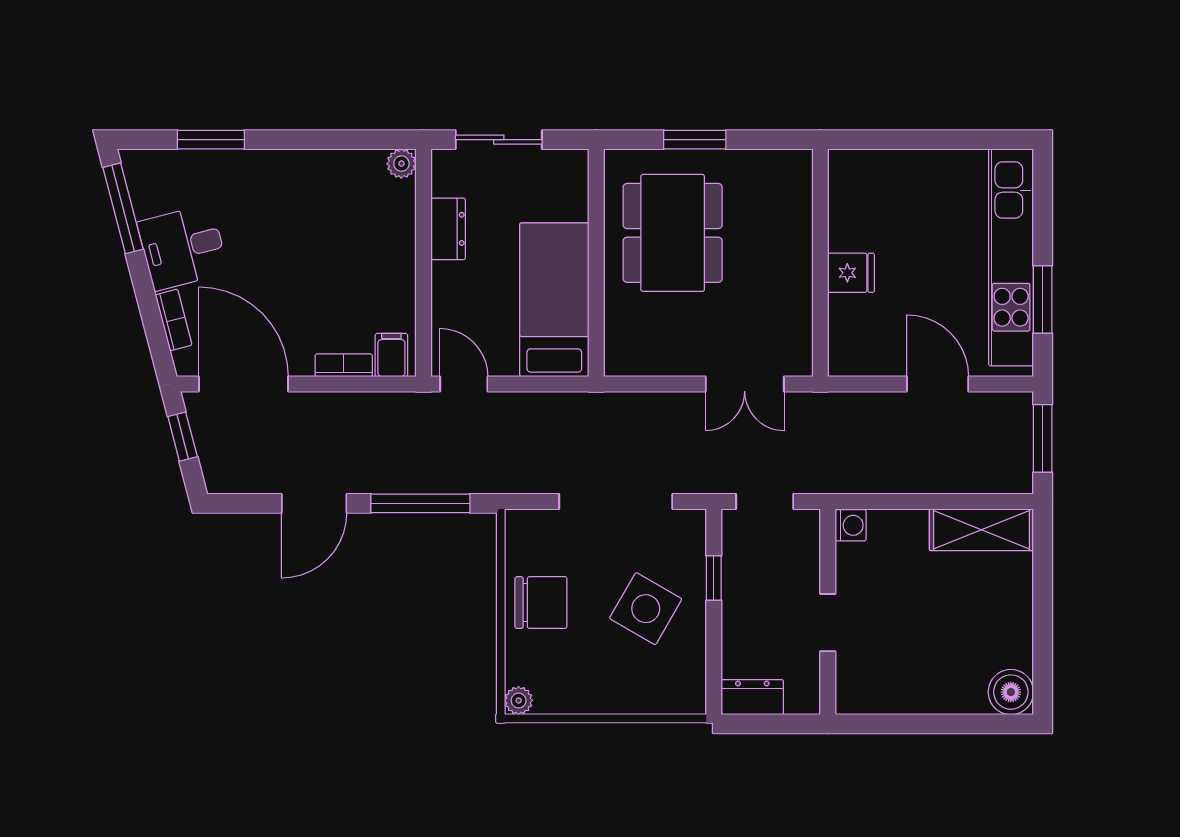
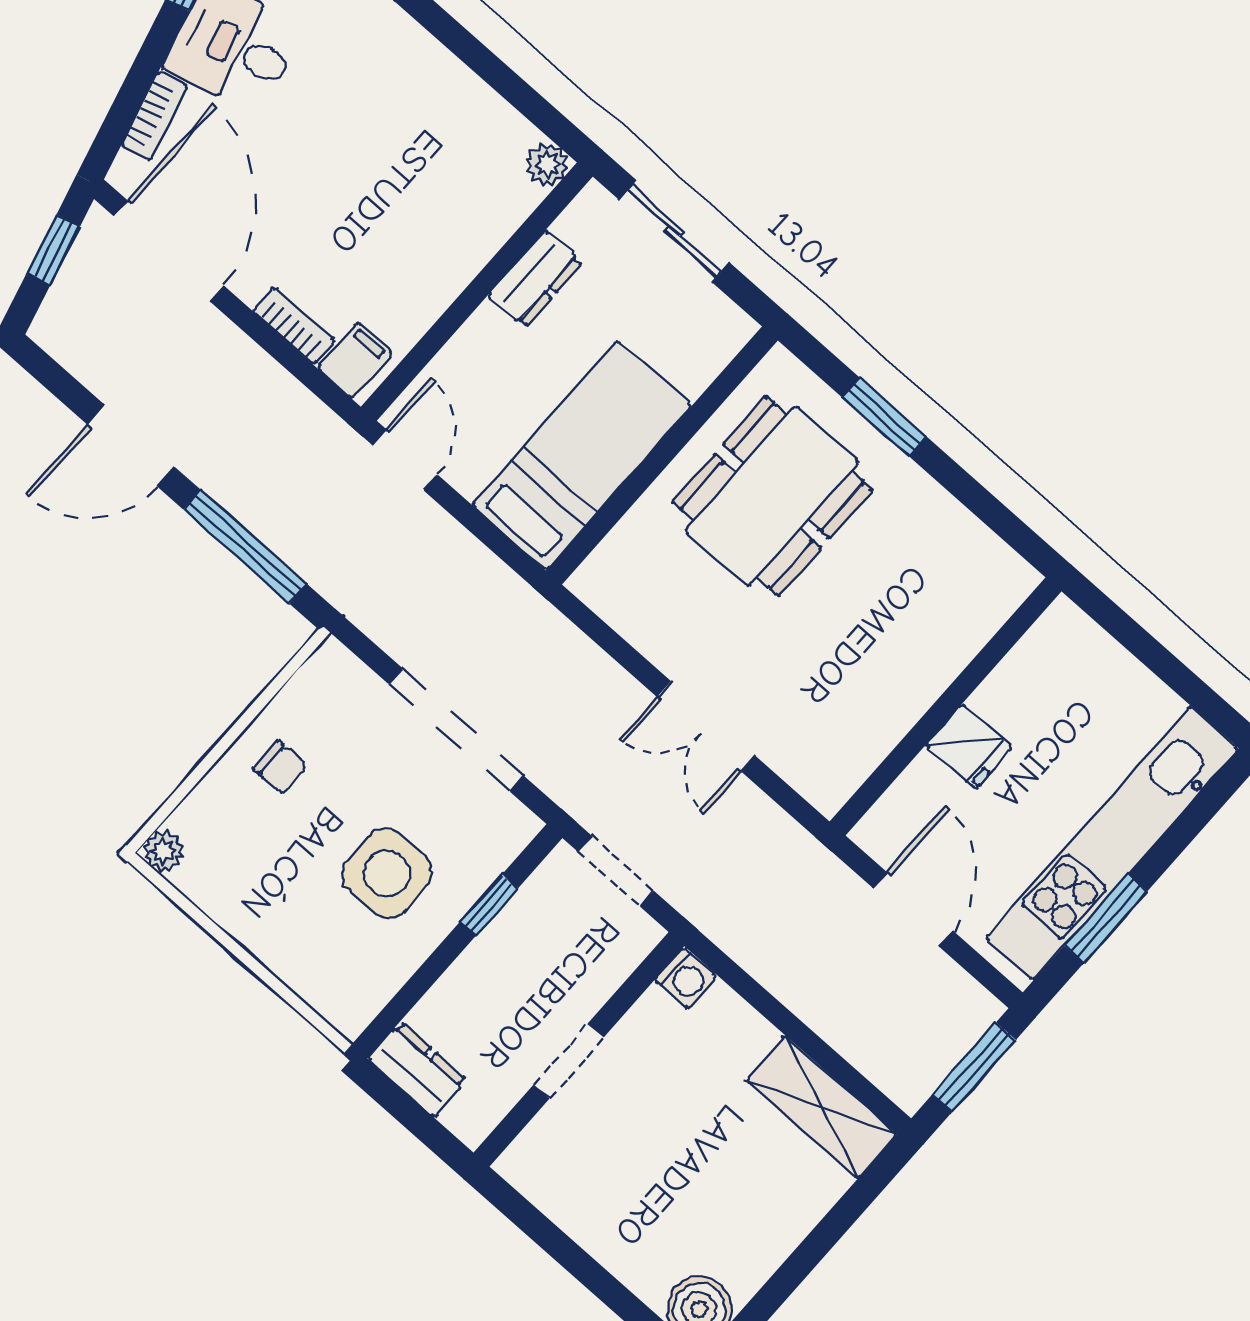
wall: (820, 263) -> (946, 706), moved
fridge: (851, 273) -> (969, 746), moved
chair: (541, 603) -> (280, 767), width x0.54, depth x0.54
side table: (646, 609) -> (387, 873), turned -32

